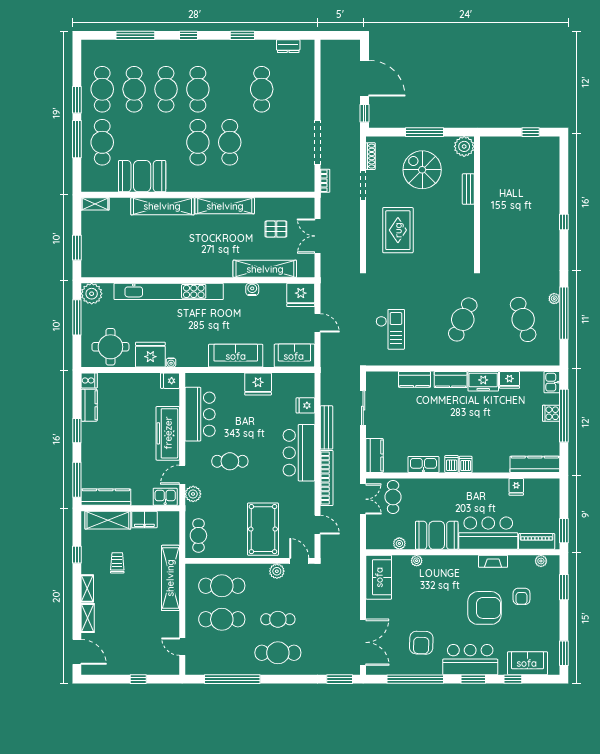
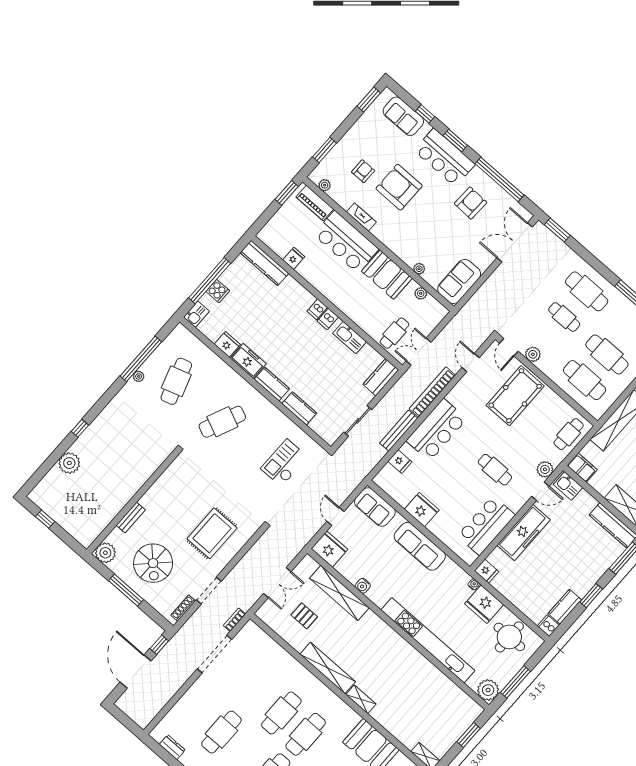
plant: (549, 189) -> (69, 463), added
shelving: (162, 206) -> (361, 699), width x0.45, depth x0.75
filing cabinet: (144, 519) -> (582, 468), moved

